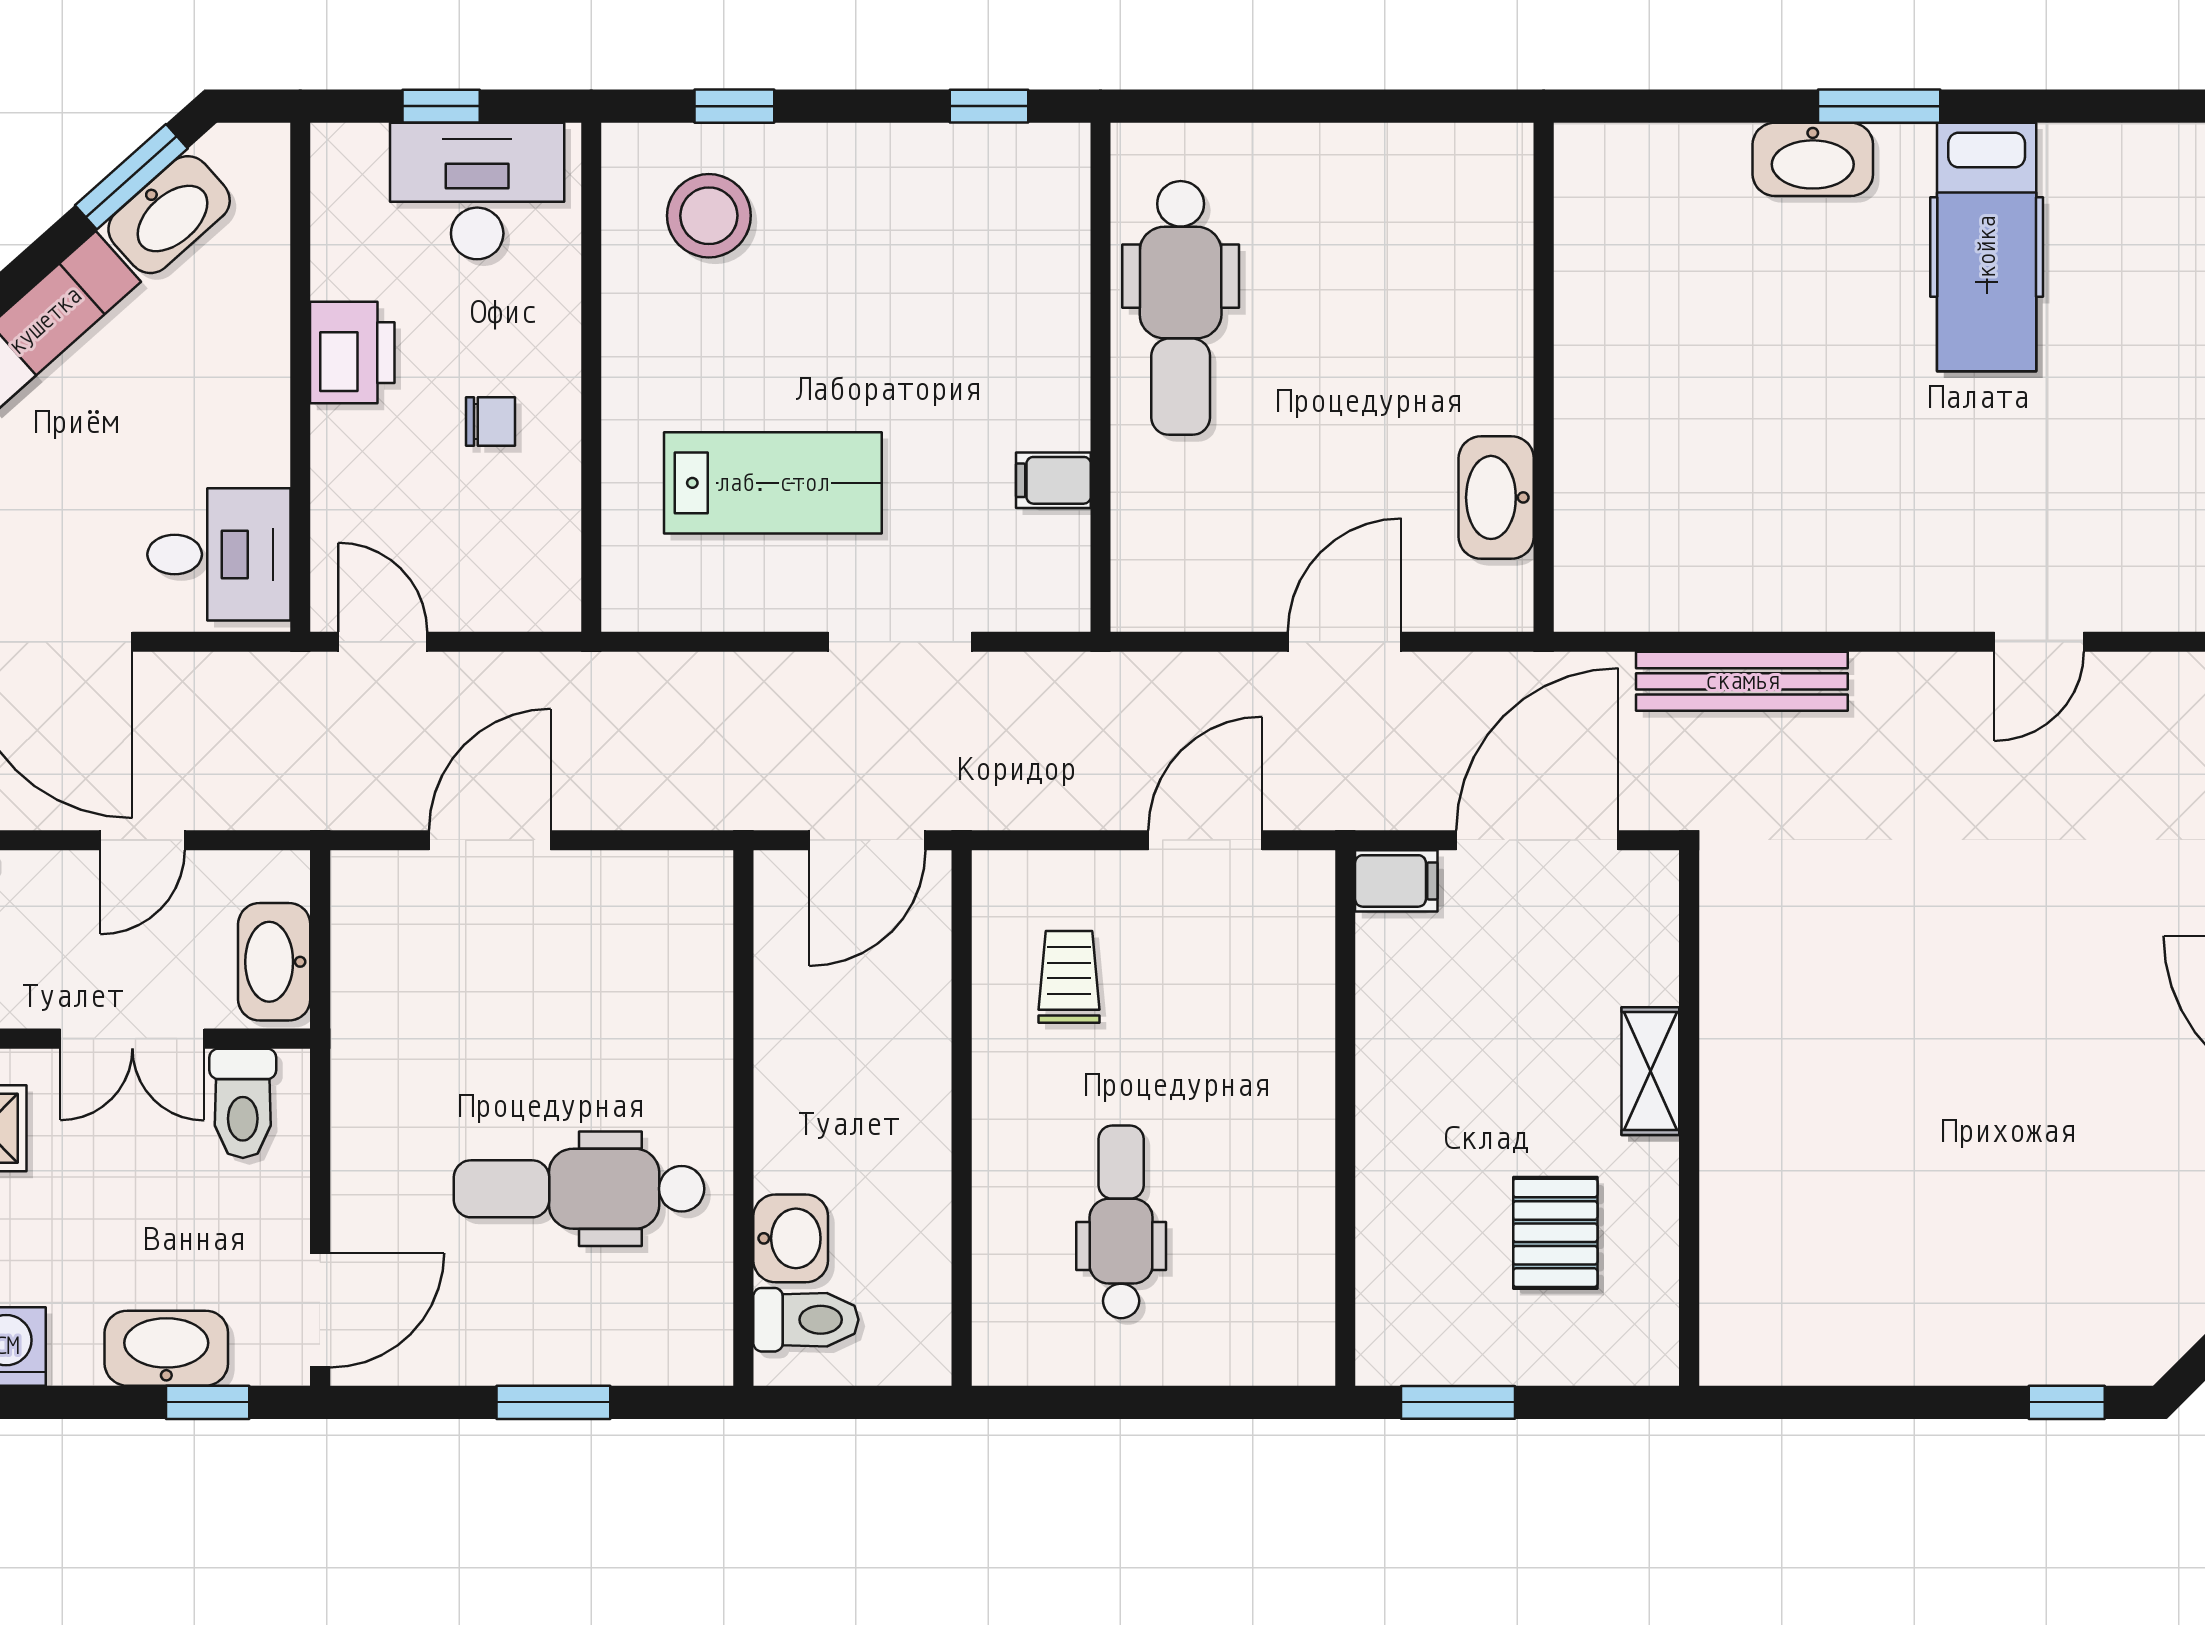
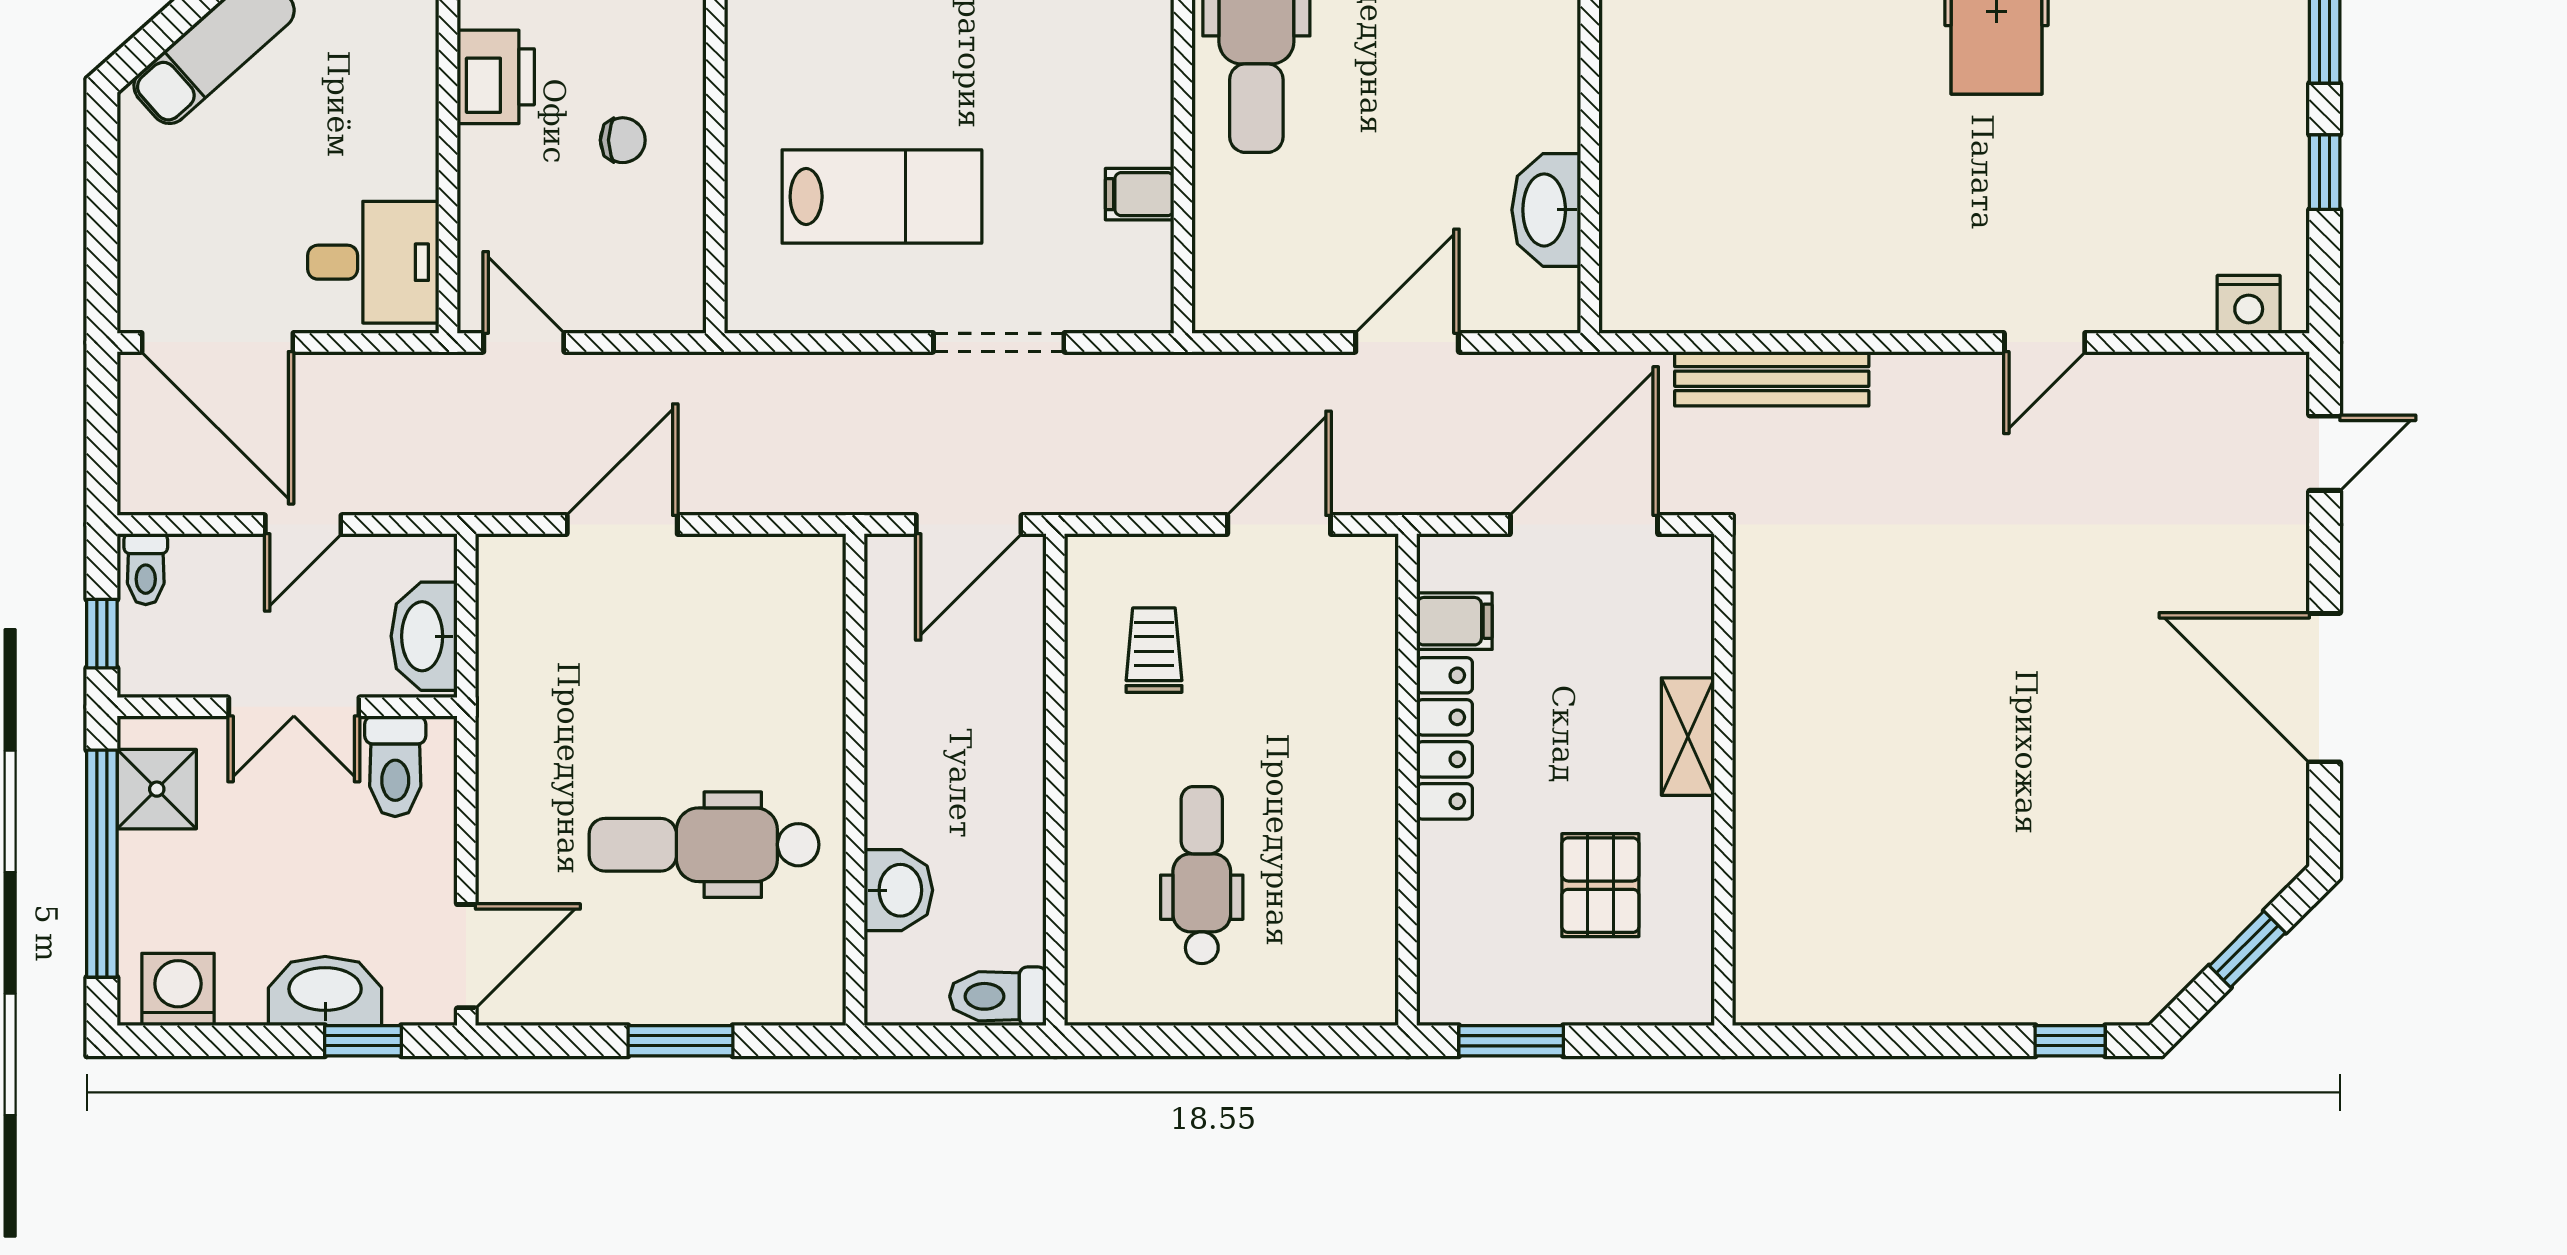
filing cabinet: (1396, 881) -> (1454, 621), moved
locker: (1385, 1073) -> (1445, 738), added
toilet: (806, 1320) -> (998, 996), moved, turned 180

